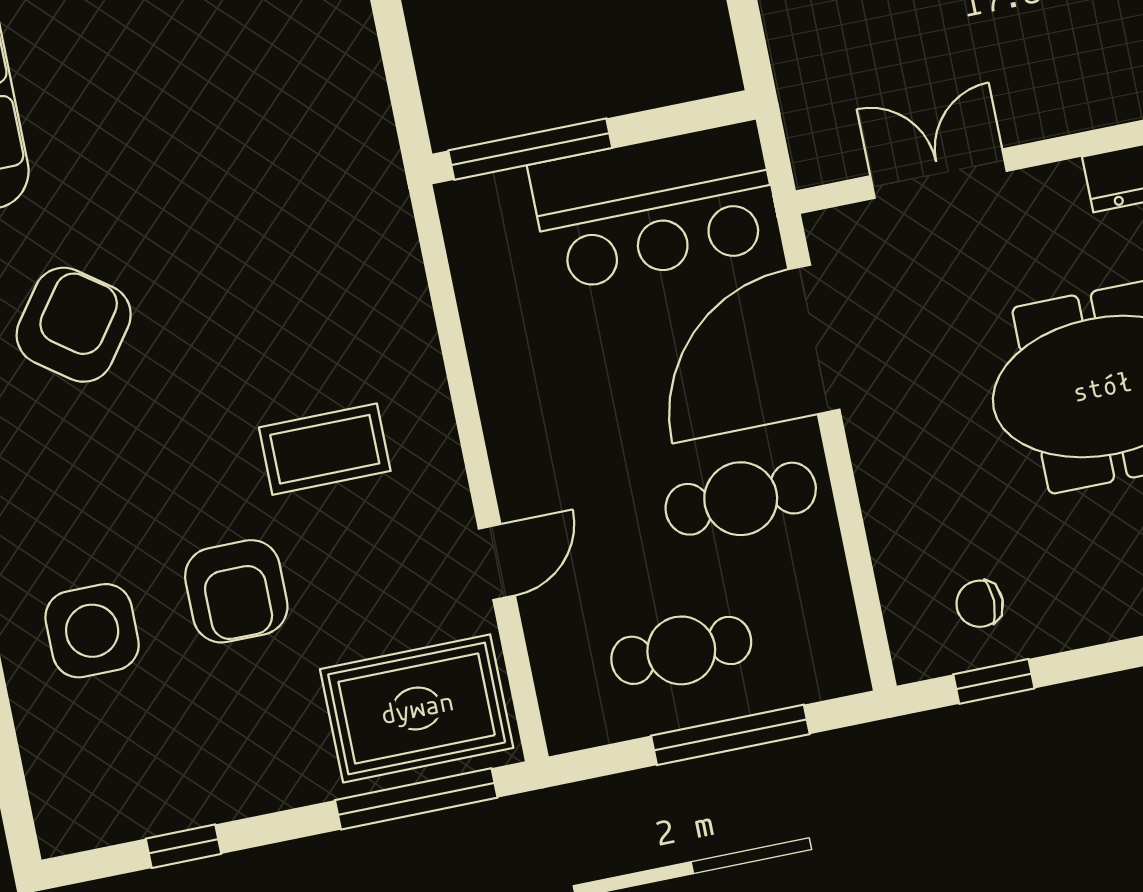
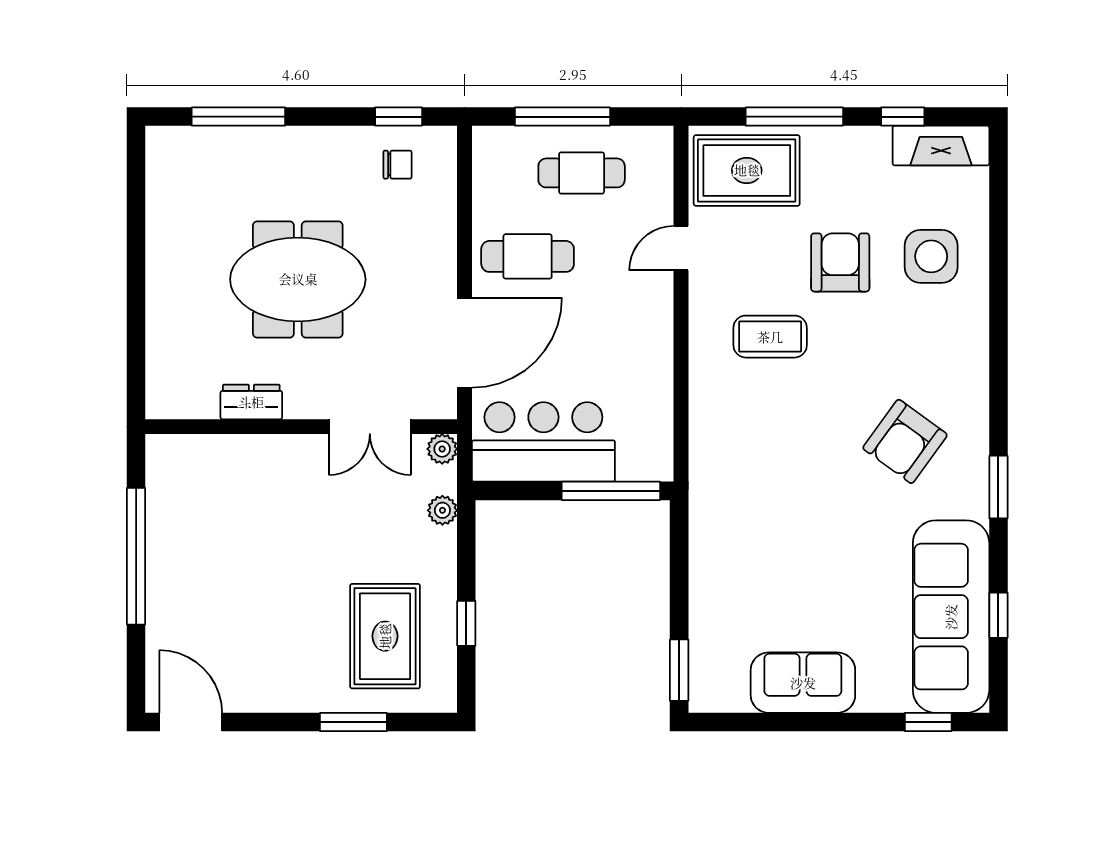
plant: (795, 63) -> (442, 510), added
plant: (815, 161) -> (442, 449), added
window: (416, 799) -> (794, 117), moved
fireplace: (113, 812) -> (941, 146), added

